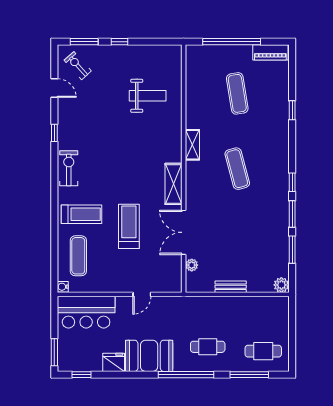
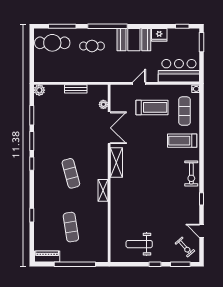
weight bench: (148, 96) -> (139, 244), moved
treadmill: (129, 226) -> (152, 107), moved, turned -90
cafe table: (263, 351) -> (52, 43), width x1.37, depth x1.35

